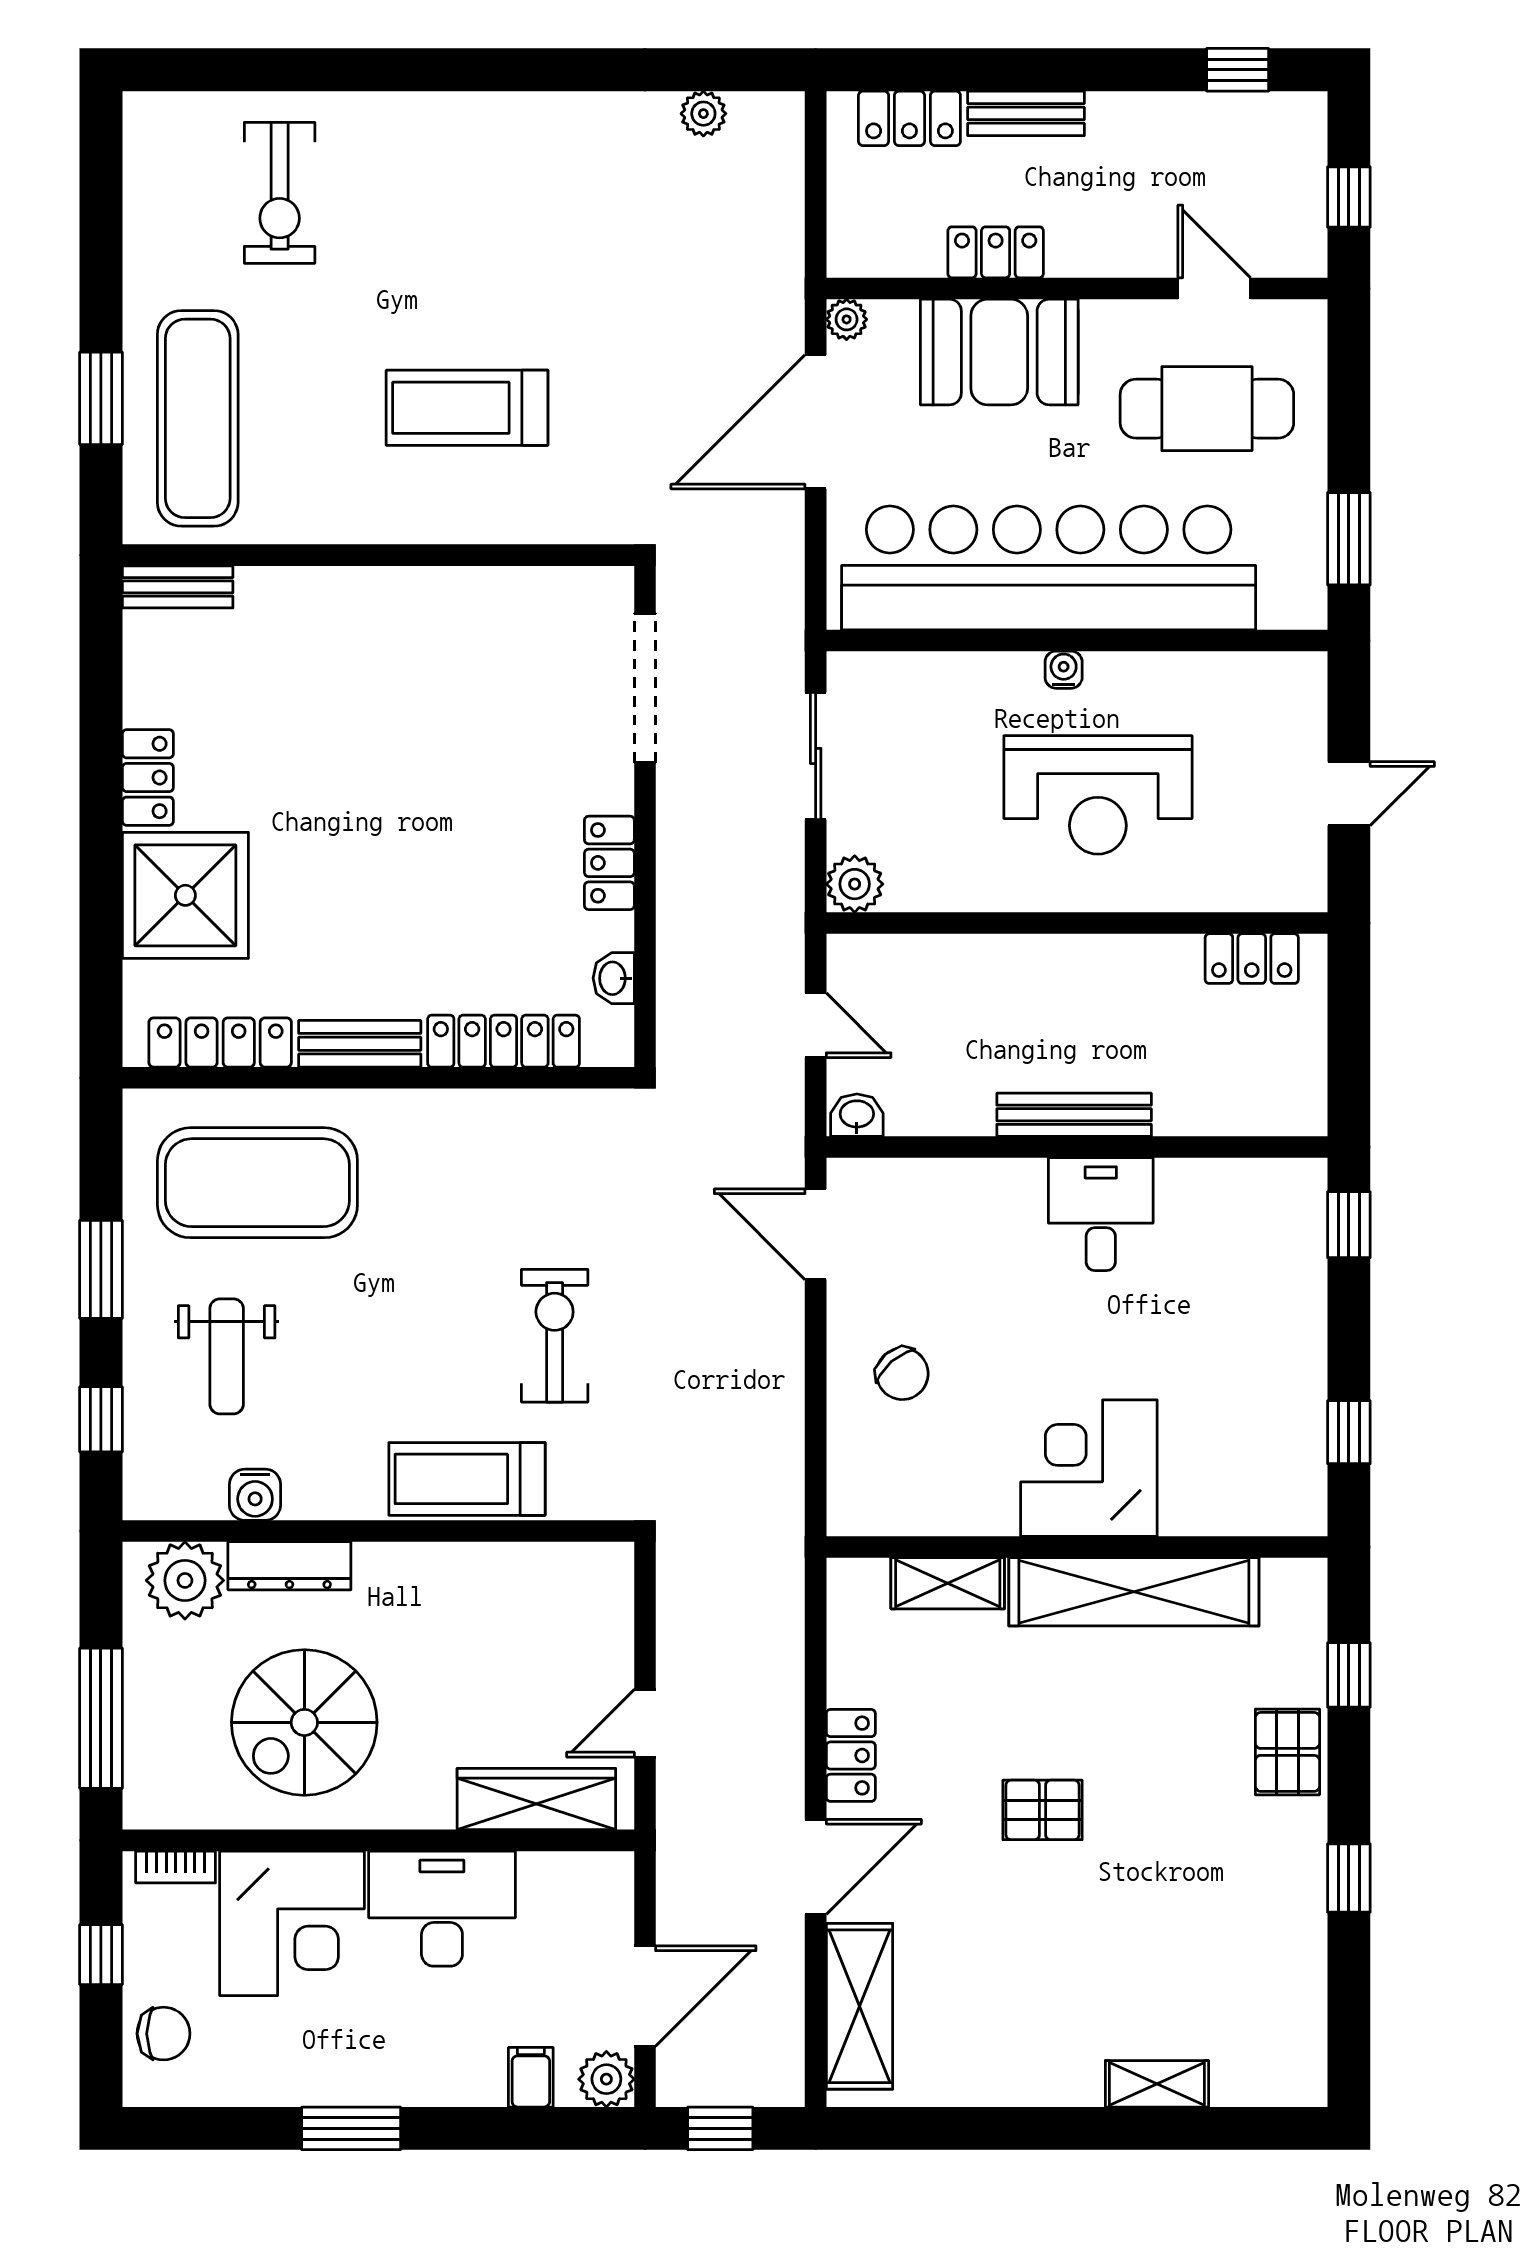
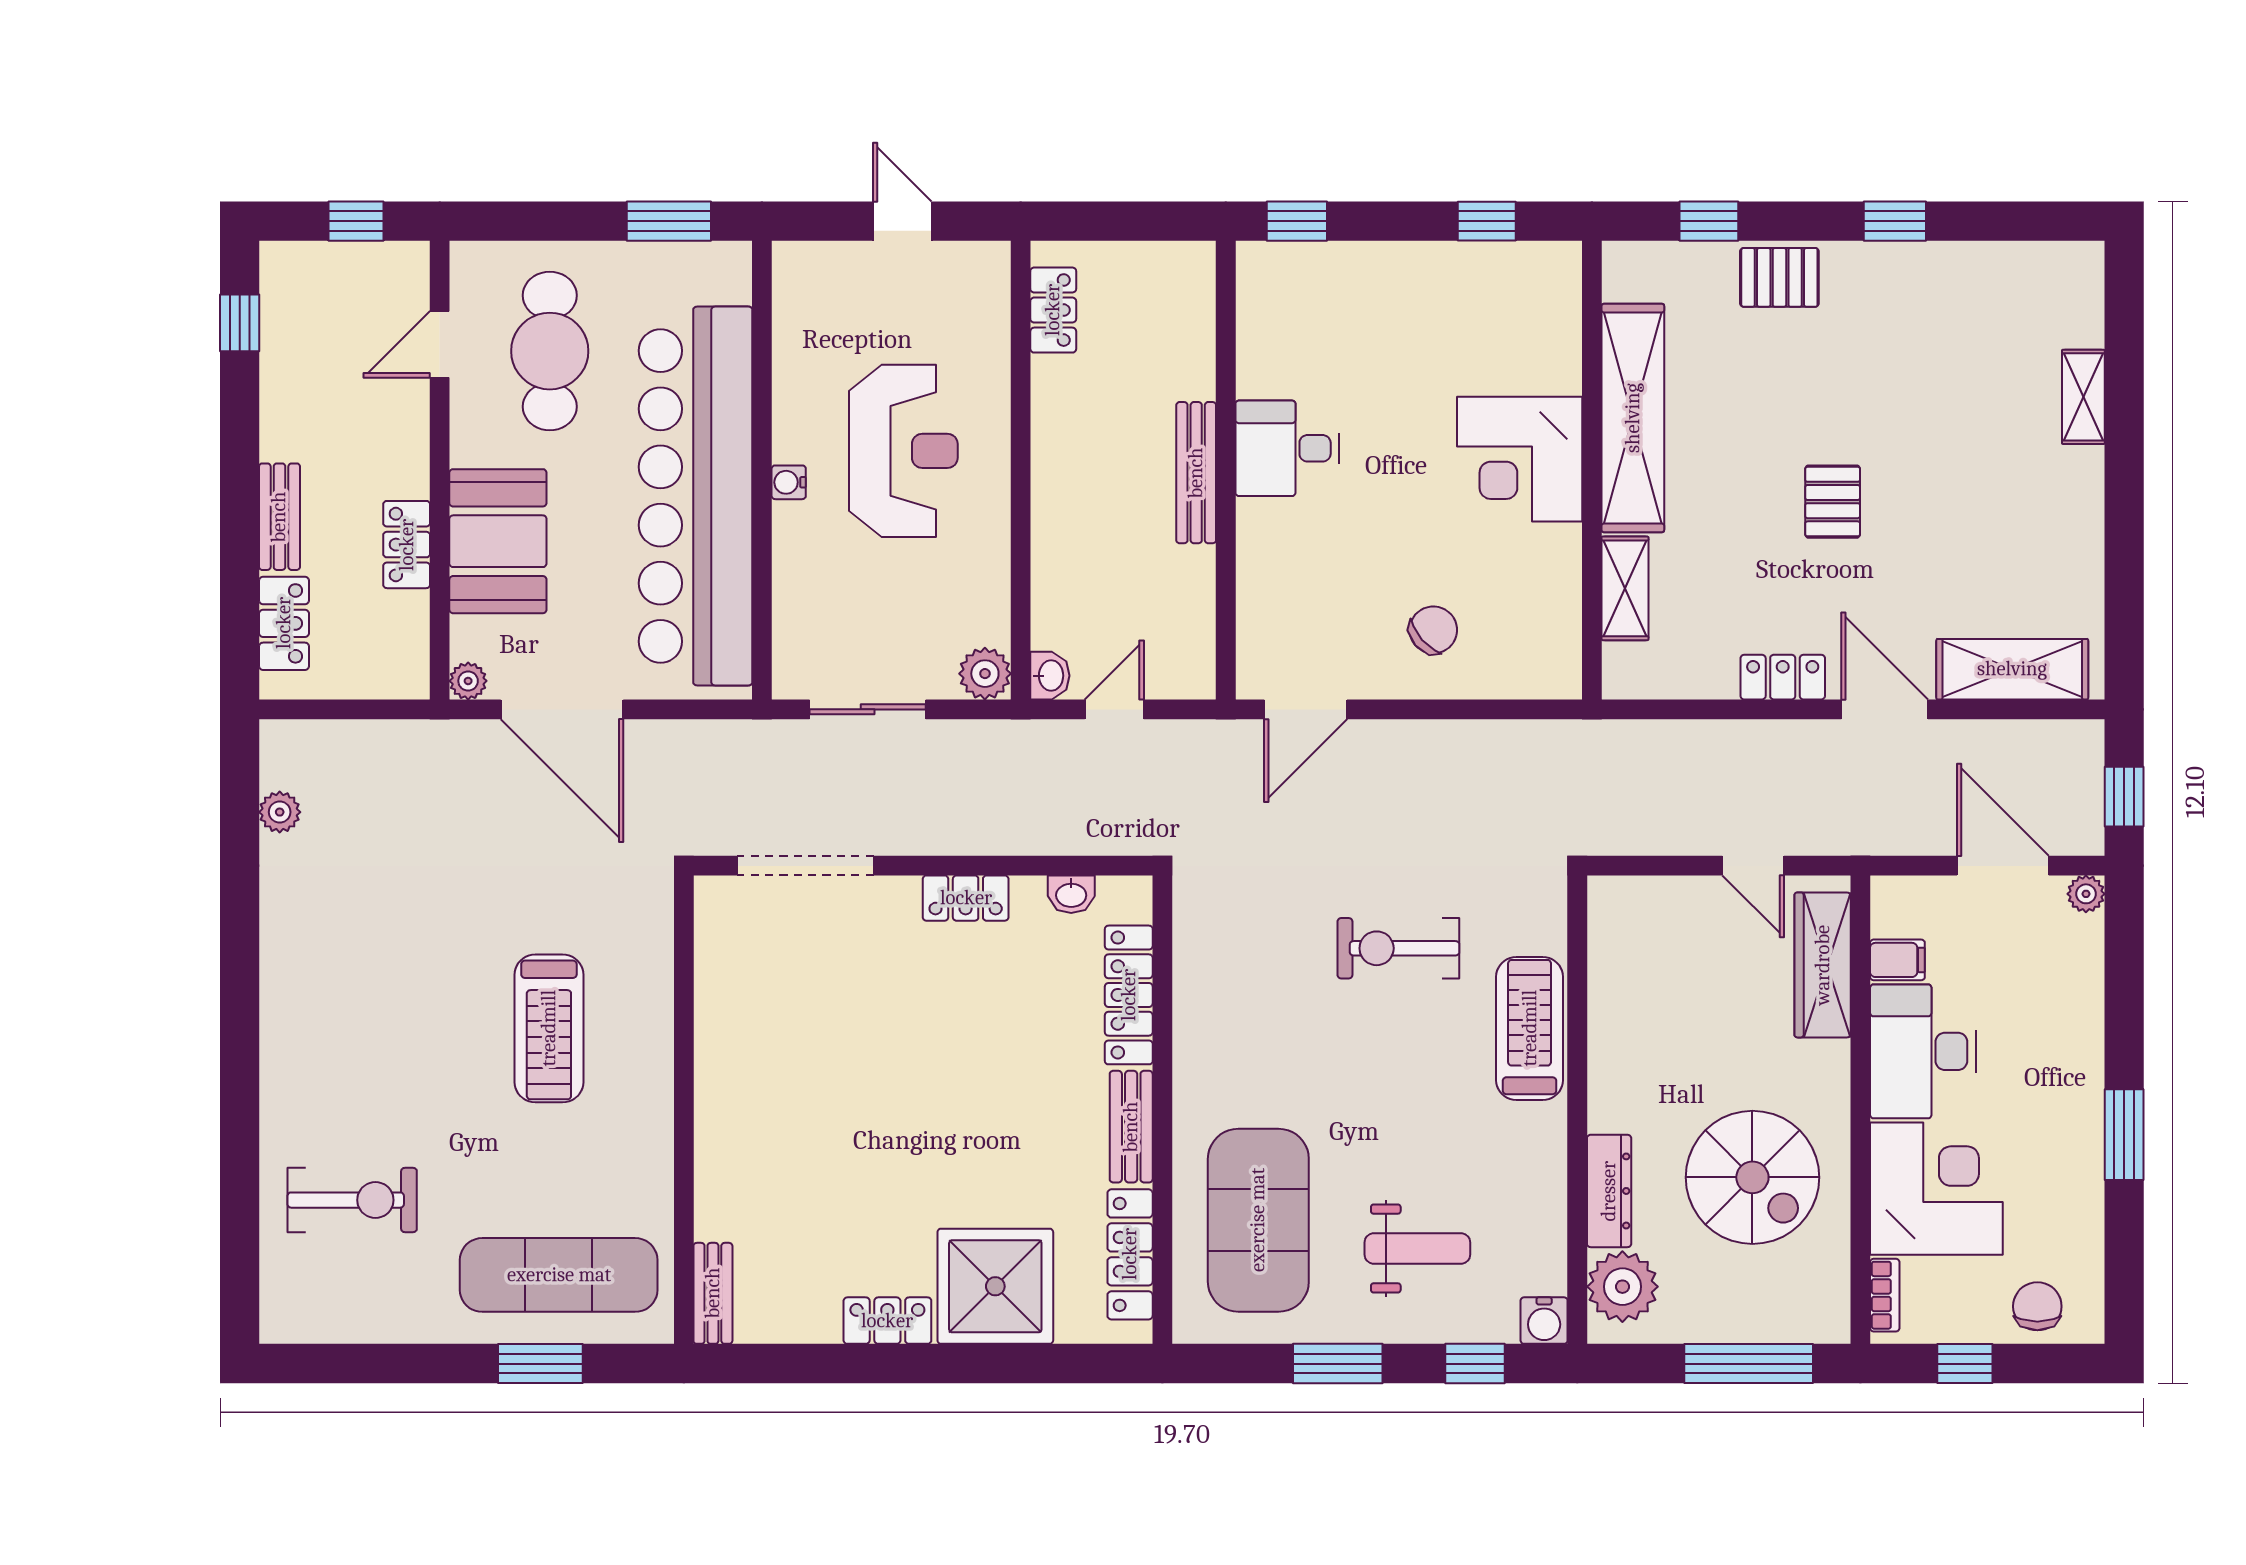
washbasin: (857, 1115) -> (1050, 676), moved, turned 180
treadmill: (467, 1479) -> (1530, 1028), turned 180
water cooler: (255, 1495) -> (1544, 1321), moved, turned 90
filing cabinet: (531, 2077) -> (1897, 960), moved, turned 180
plant: (606, 2079) -> (2086, 894), width x0.73, depth x0.73

